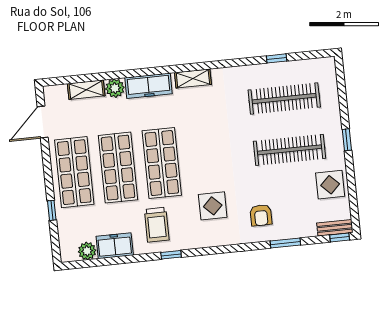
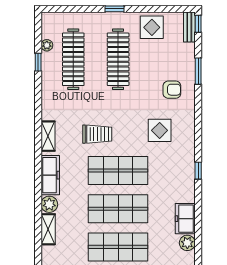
plant: (297, 67) -> (47, 45), added
trolley: (157, 225) -> (97, 134), moved

